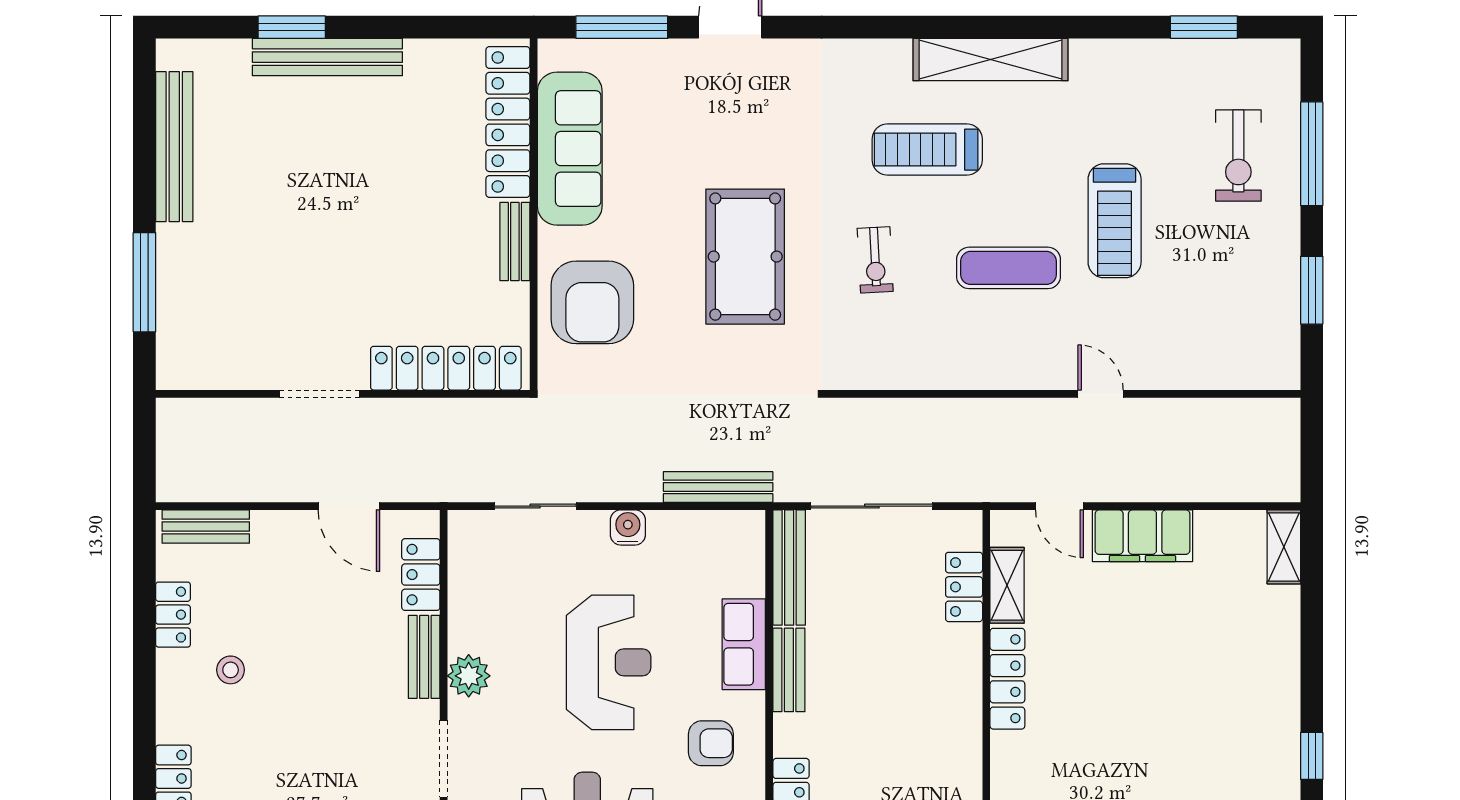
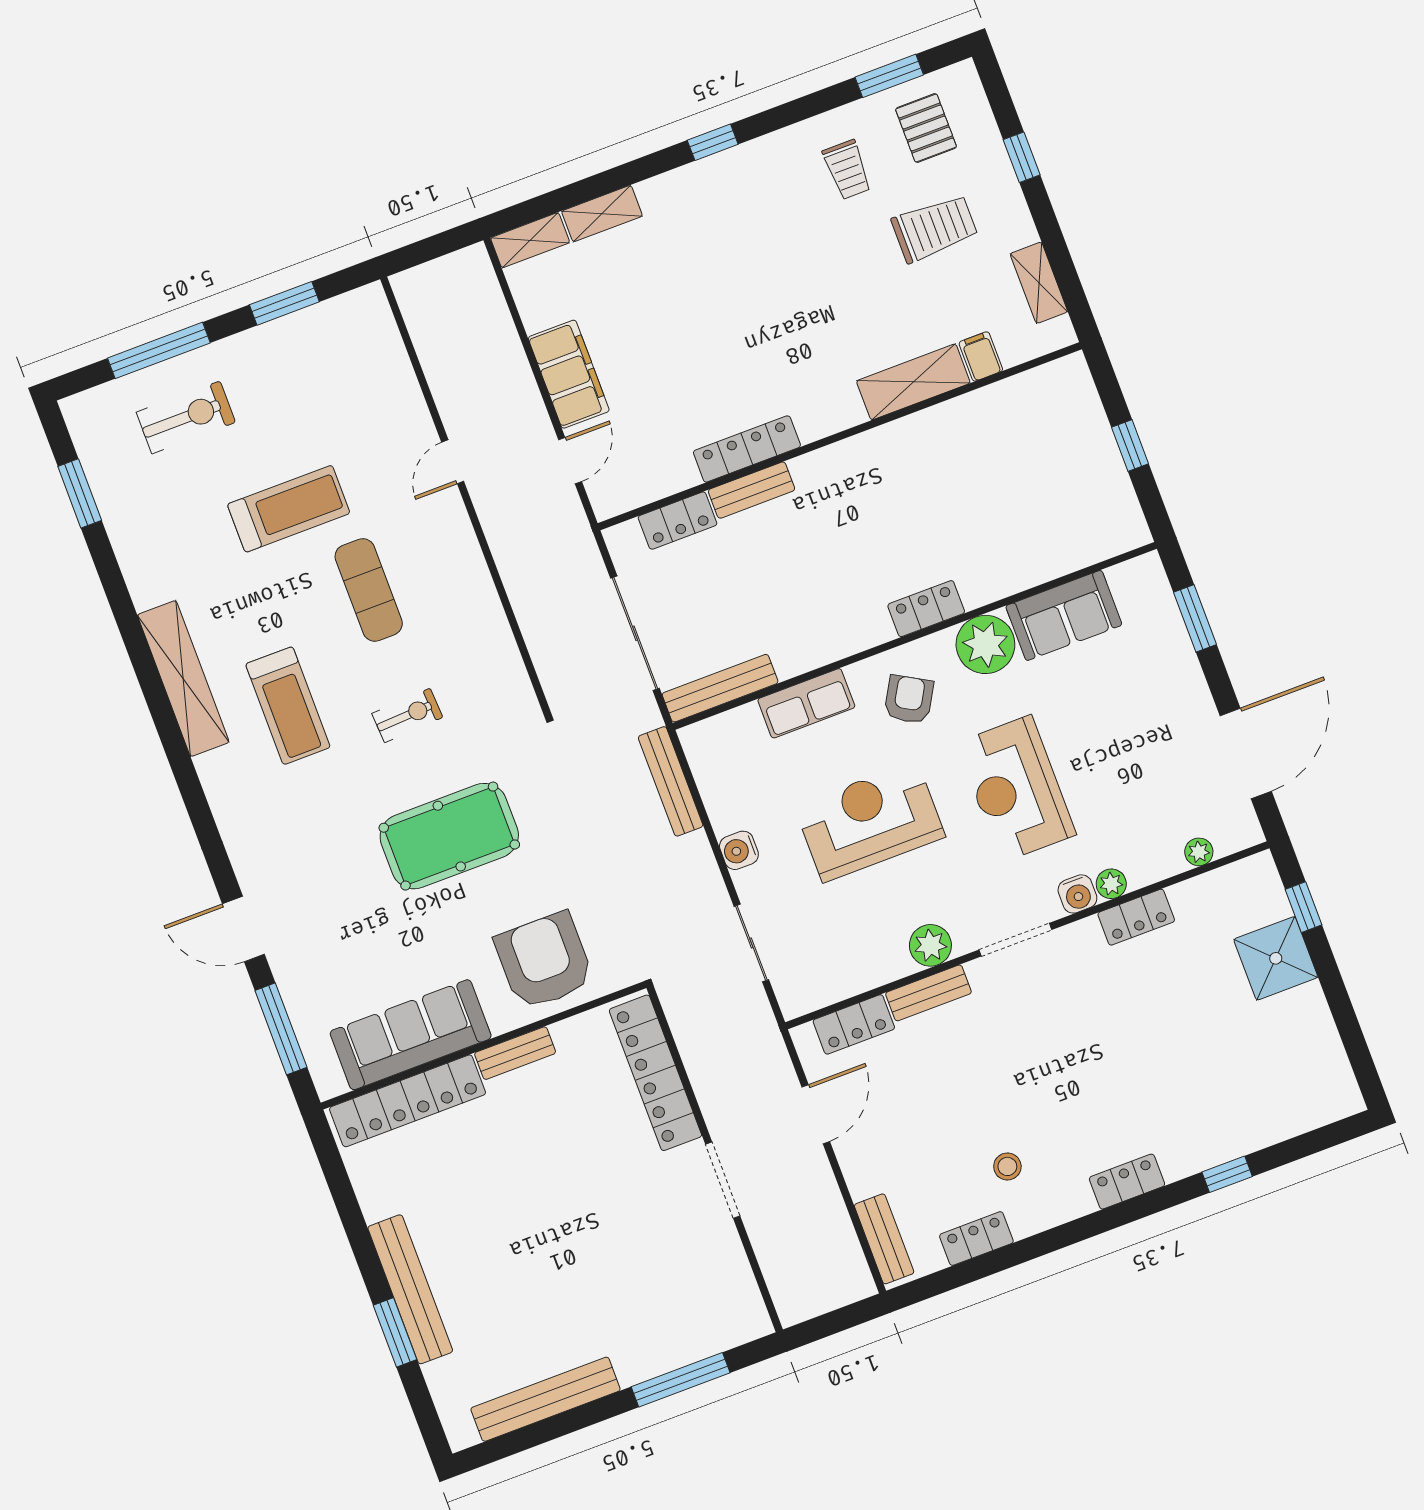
armchair: (592, 302) -> (544, 961), turned -90
shelving: (1007, 585) -> (602, 214), moved
bench: (789, 670) -> (751, 490), moved
armchair: (711, 743) -> (909, 699), turned 30

